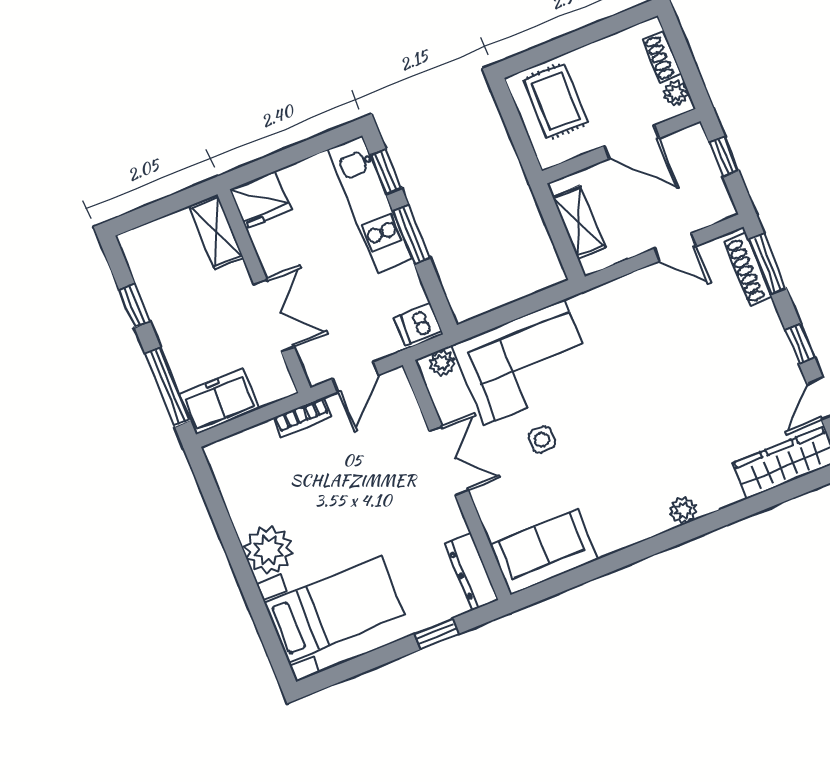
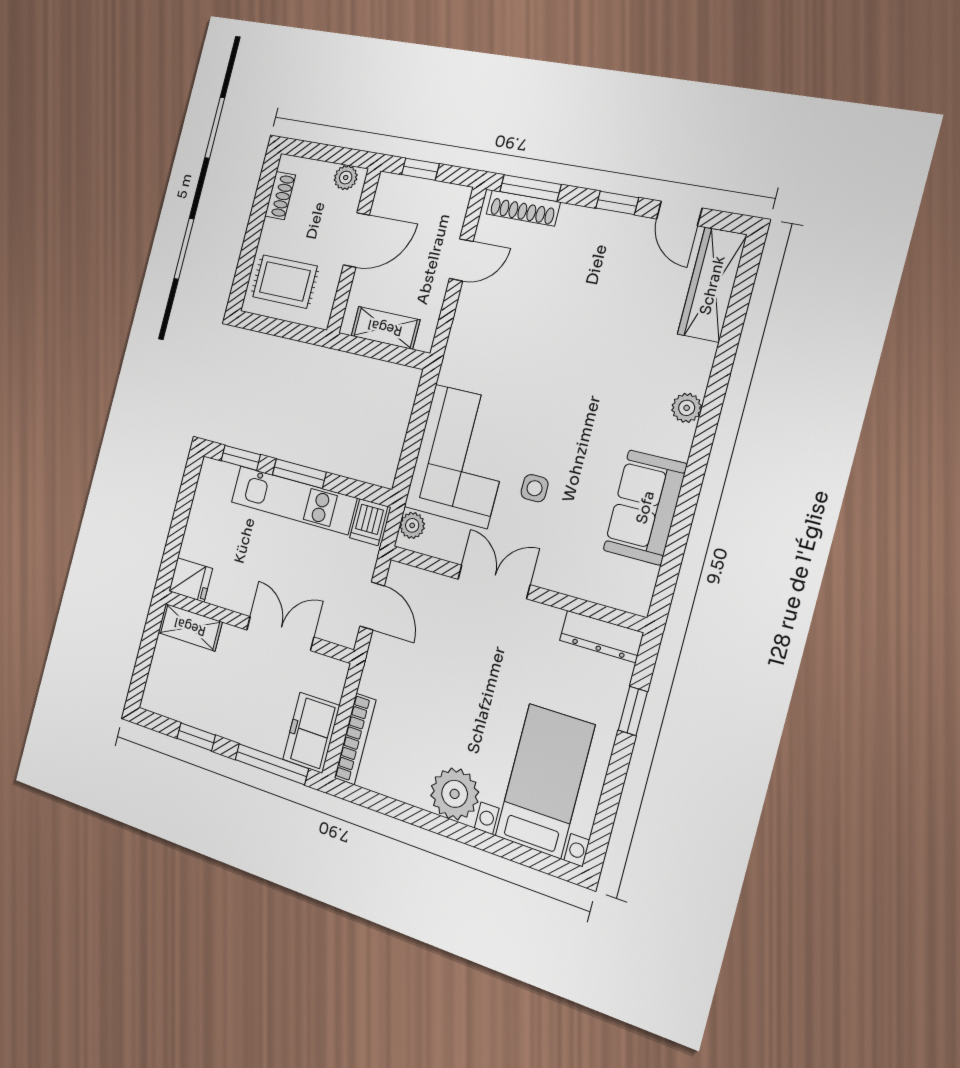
shoe rack: (662, 57) -> (280, 196), moved, turned -90
fridge: (260, 200) -> (191, 580), width x0.72
kitchen unit: (370, 204) -> (293, 500), moved
bookcase: (302, 417) -> (355, 739), moved, width x1.56
sofa: (544, 552) -> (645, 507), moved

